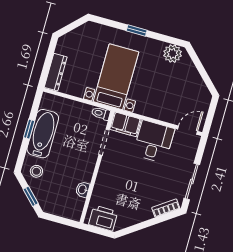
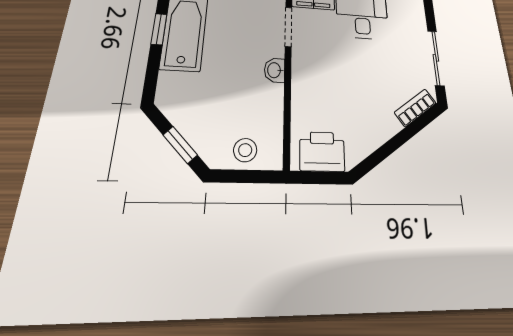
stool: (36, 171) -> (245, 150), moved
washbasin: (83, 189) -> (275, 70), moved

